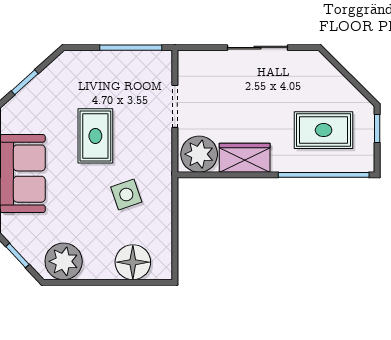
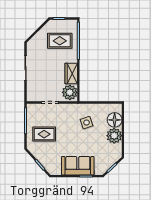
rug: (324, 130) -> (60, 41), turned 90
rug: (95, 136) -> (44, 134), moved
plant: (64, 261) -> (114, 136), moved

